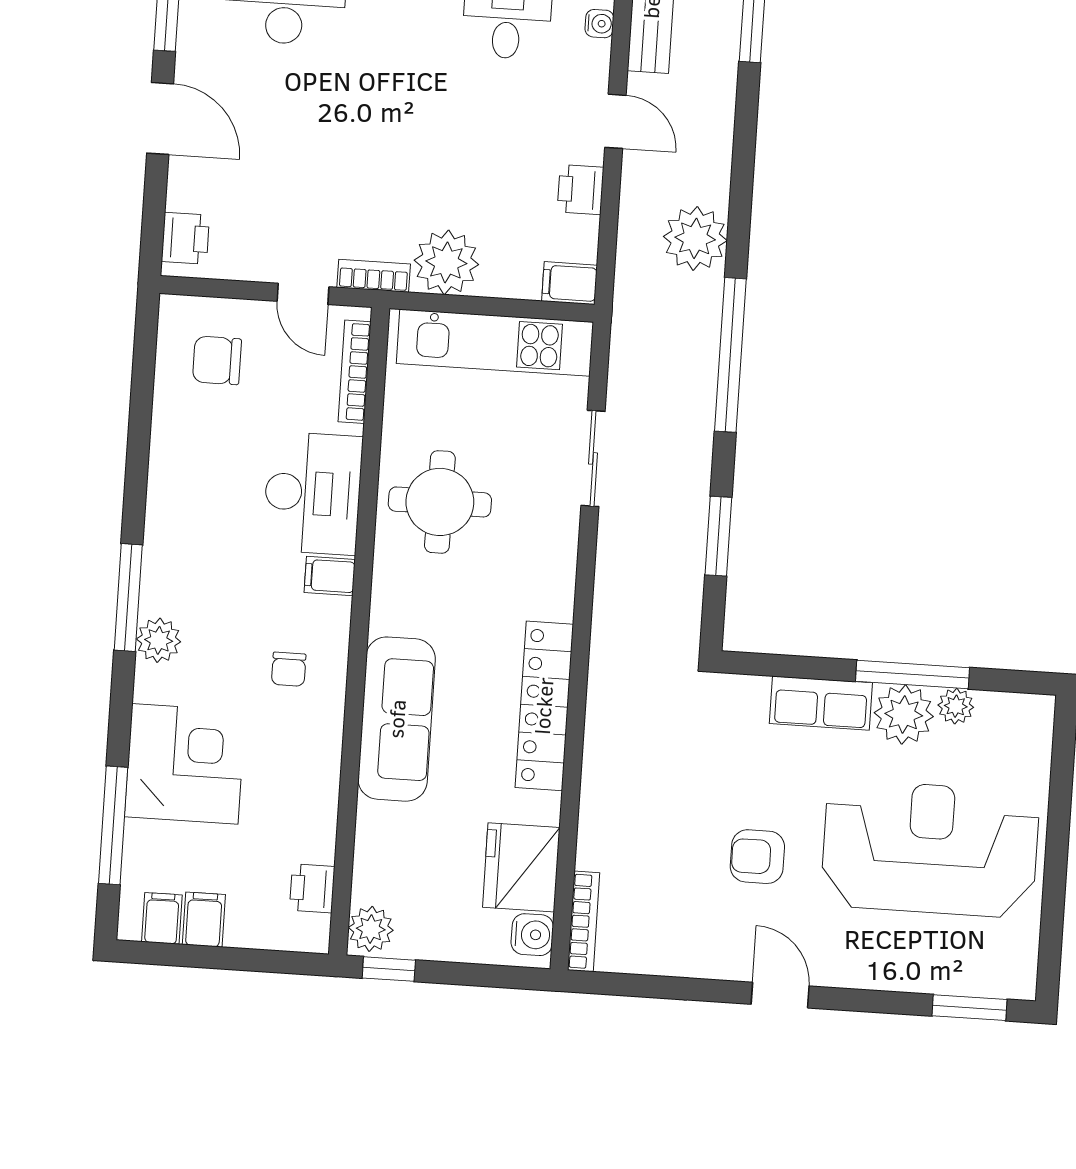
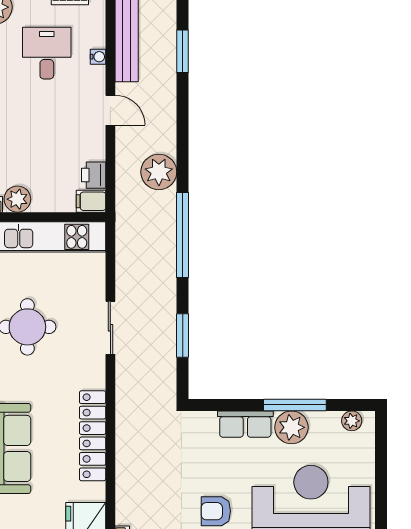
printer: (581, 190) -> (94, 175), moved
plant: (446, 262) -> (17, 199), width x0.73, depth x0.73
sliding door: (593, 458) -> (110, 328), moved
plant: (956, 706) -> (352, 421), moved

